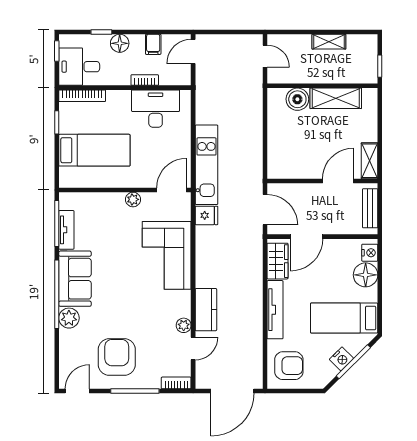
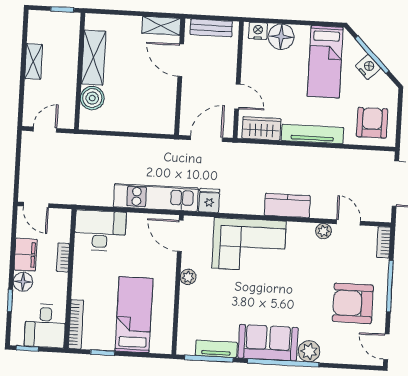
filing cabinet: (153, 44) -> (26, 255), width x2.00
desk: (156, 109) -> (100, 231), moved, turned 90
door: (307, 237) -> (237, 96), width x0.73
kitchen counter: (206, 310) -> (287, 206), moved

